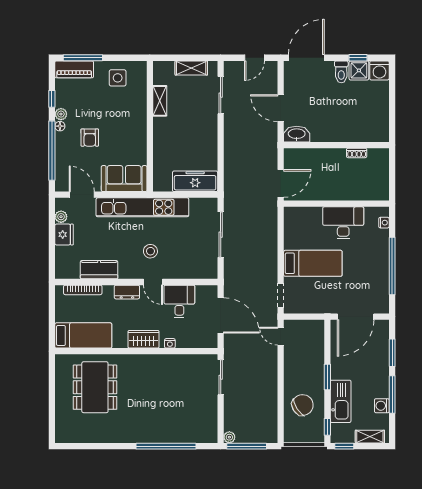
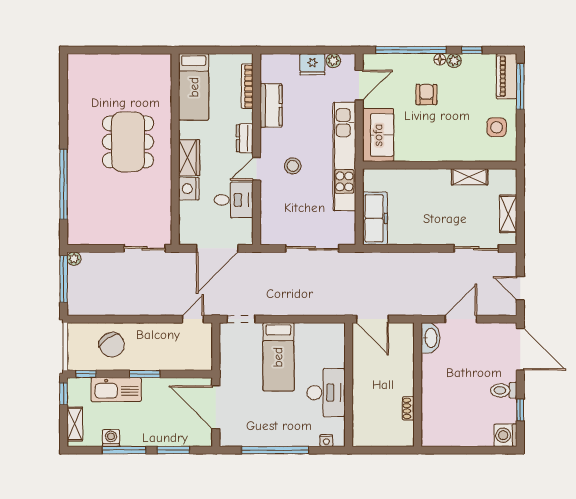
shower: (359, 70) -> (505, 411), removed
armchair: (90, 138) -> (426, 95), turned 90
nightstand: (170, 343) -> (189, 189), width x1.89, depth x1.79
dining table: (95, 387) -> (128, 142), moved, turned 90

